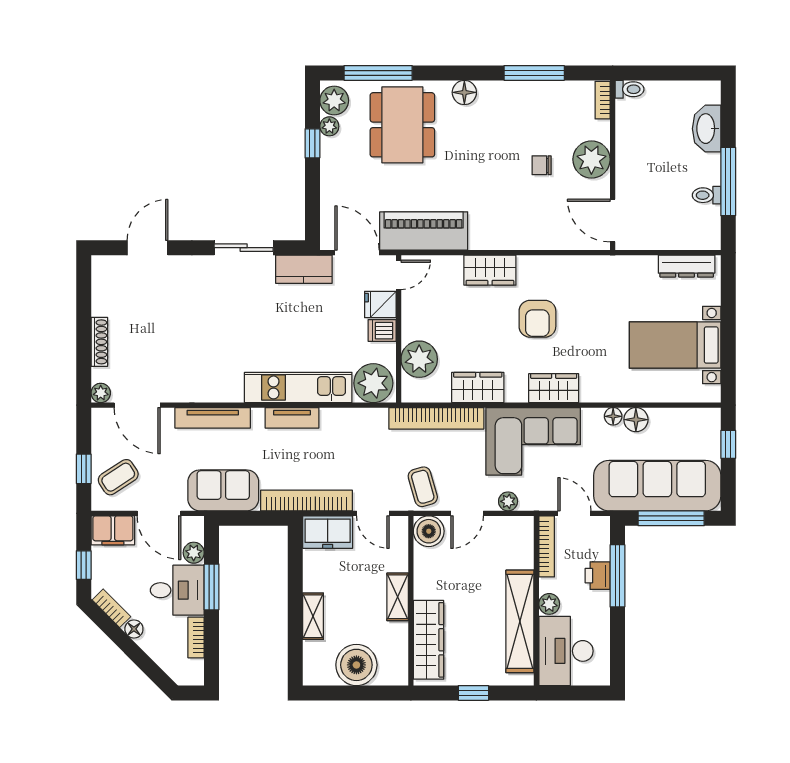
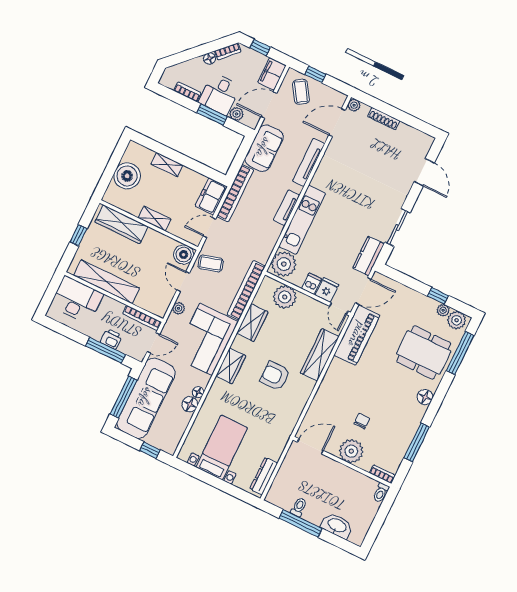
wardrobe: (490, 270) -> (320, 355), width x1.50
plant: (549, 604) -> (108, 303), removed

